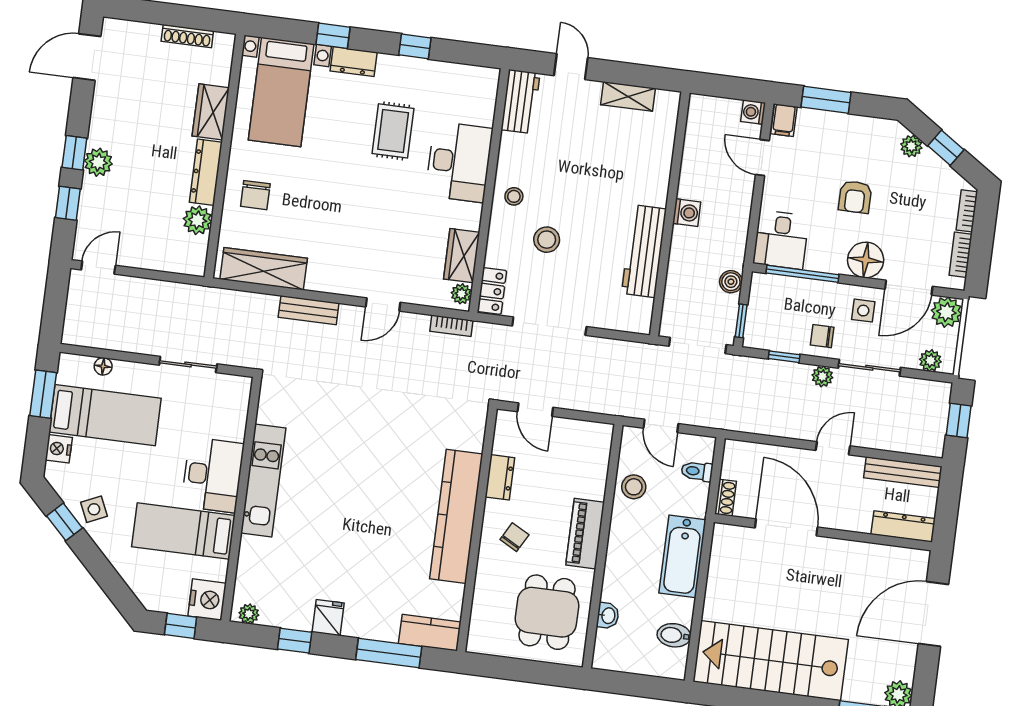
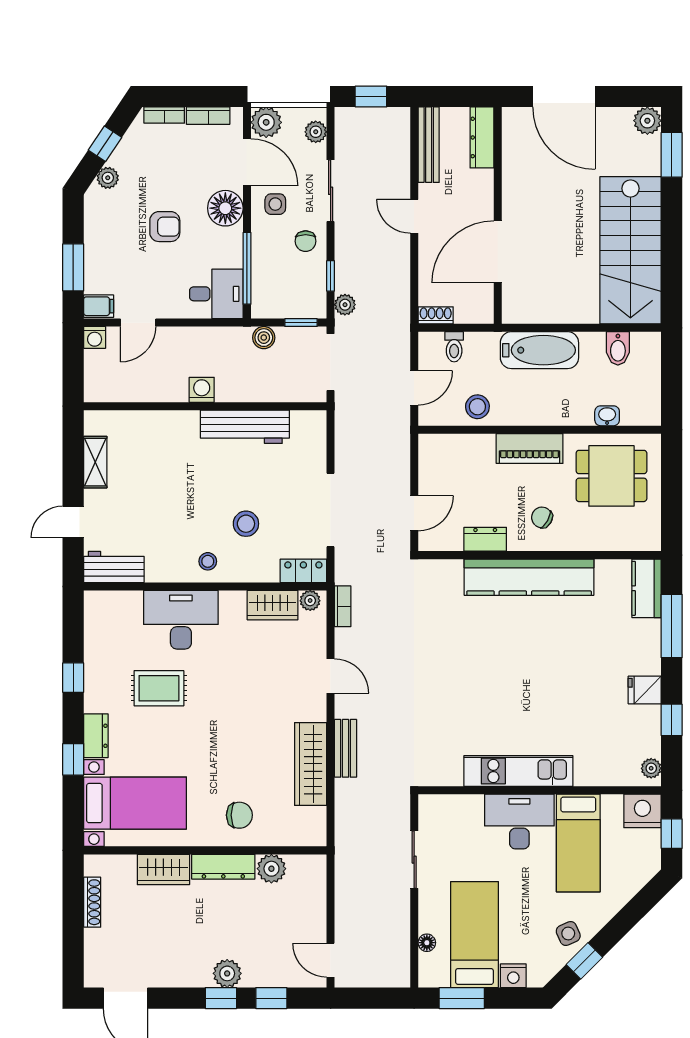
wardrobe: (264, 269) -> (311, 764), moved
plant: (822, 376) -> (345, 305), moved
shoe rack: (726, 498) -> (436, 315), moved

